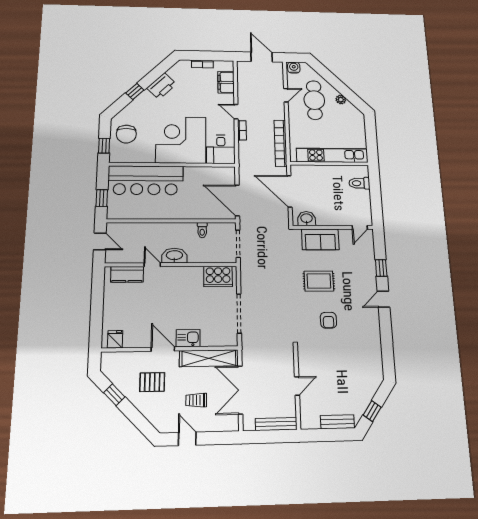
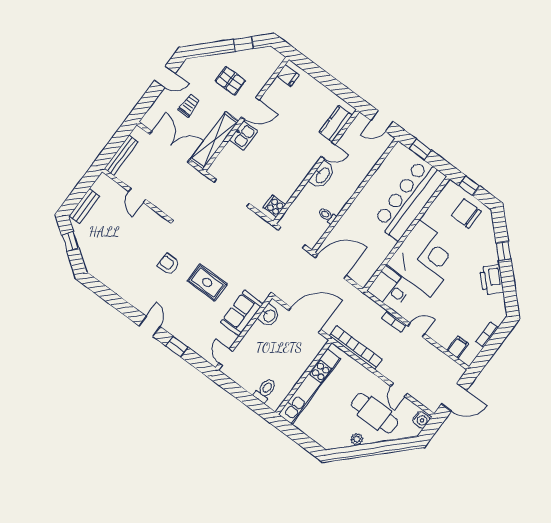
filing cabinet: (226, 82) -> (458, 347), width x0.50
cooker: (218, 276) -> (274, 206), width x0.53, depth x0.76
rug: (319, 281) -> (207, 282), turned 90
pallet: (152, 382) -> (230, 81), turned 90

